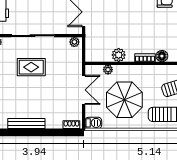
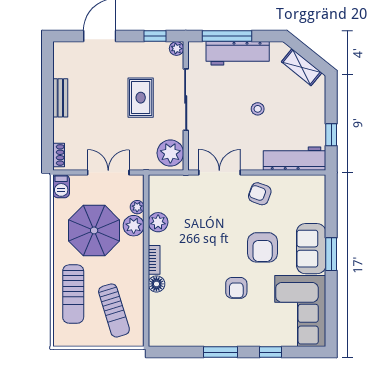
plant: (74, 42) -> (170, 153), width x1.88, depth x1.88
plant: (121, 72) -> (134, 226), added
double door: (84, 90) -> (108, 172), swing flipped
bench: (26, 123) -> (60, 98), width x0.73

